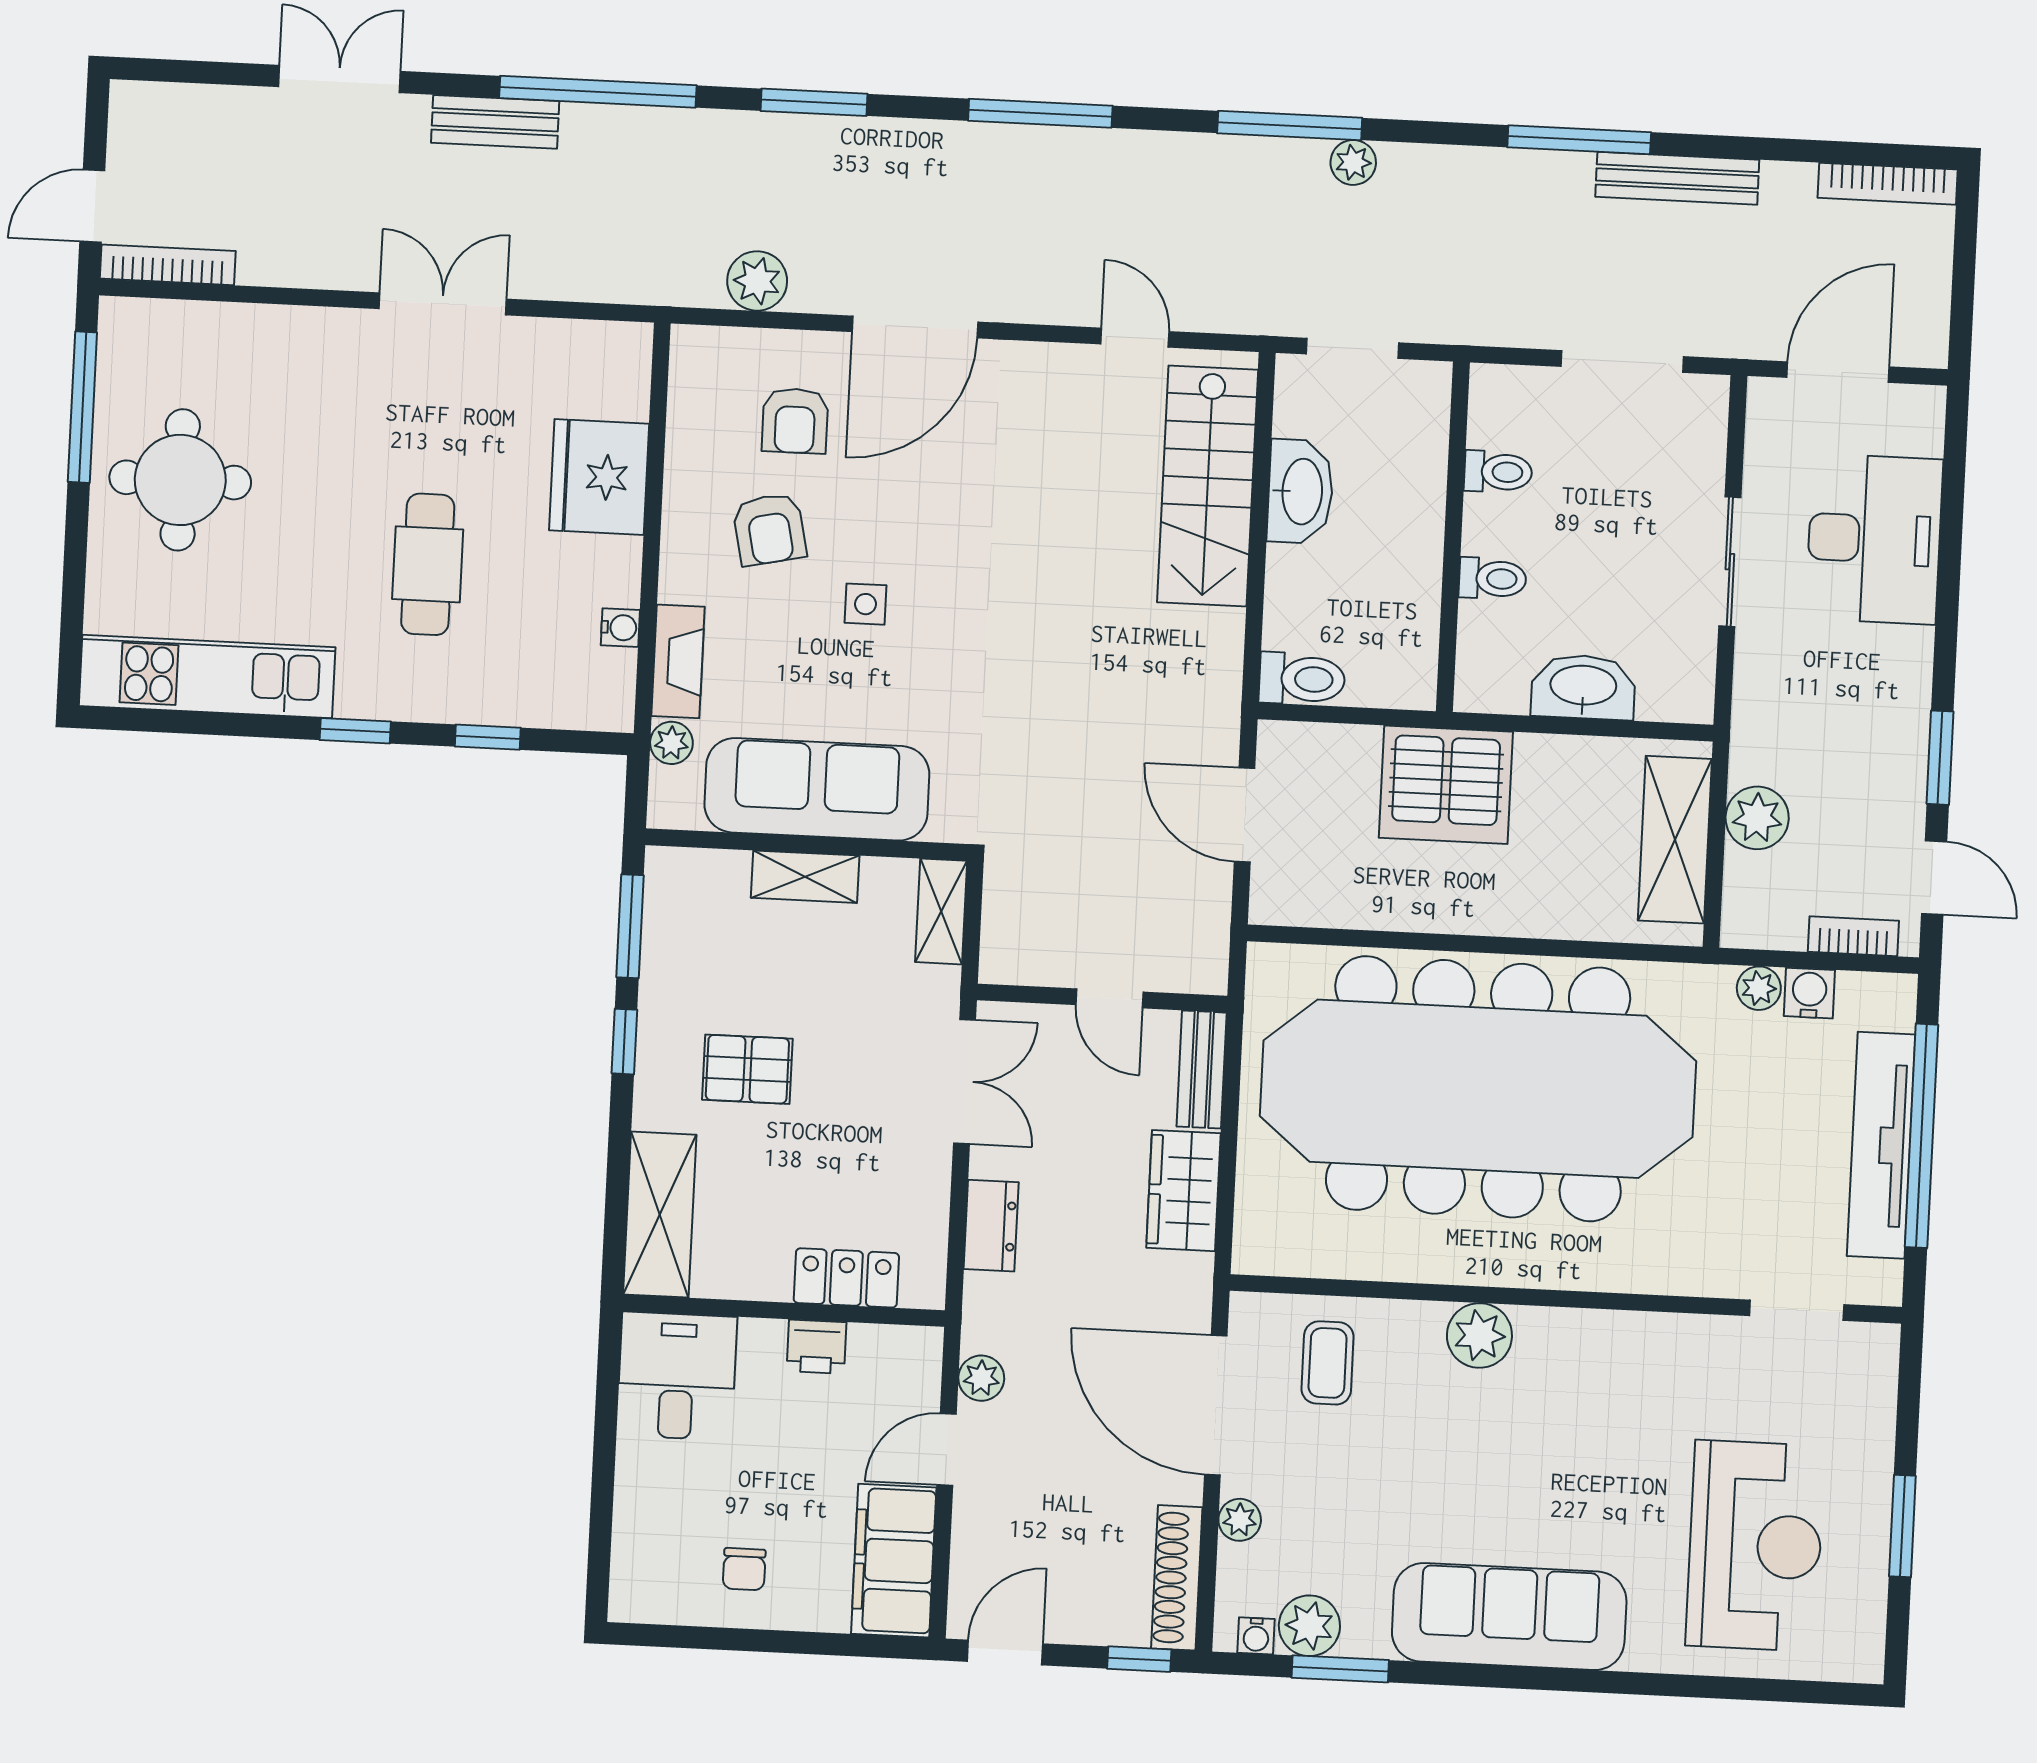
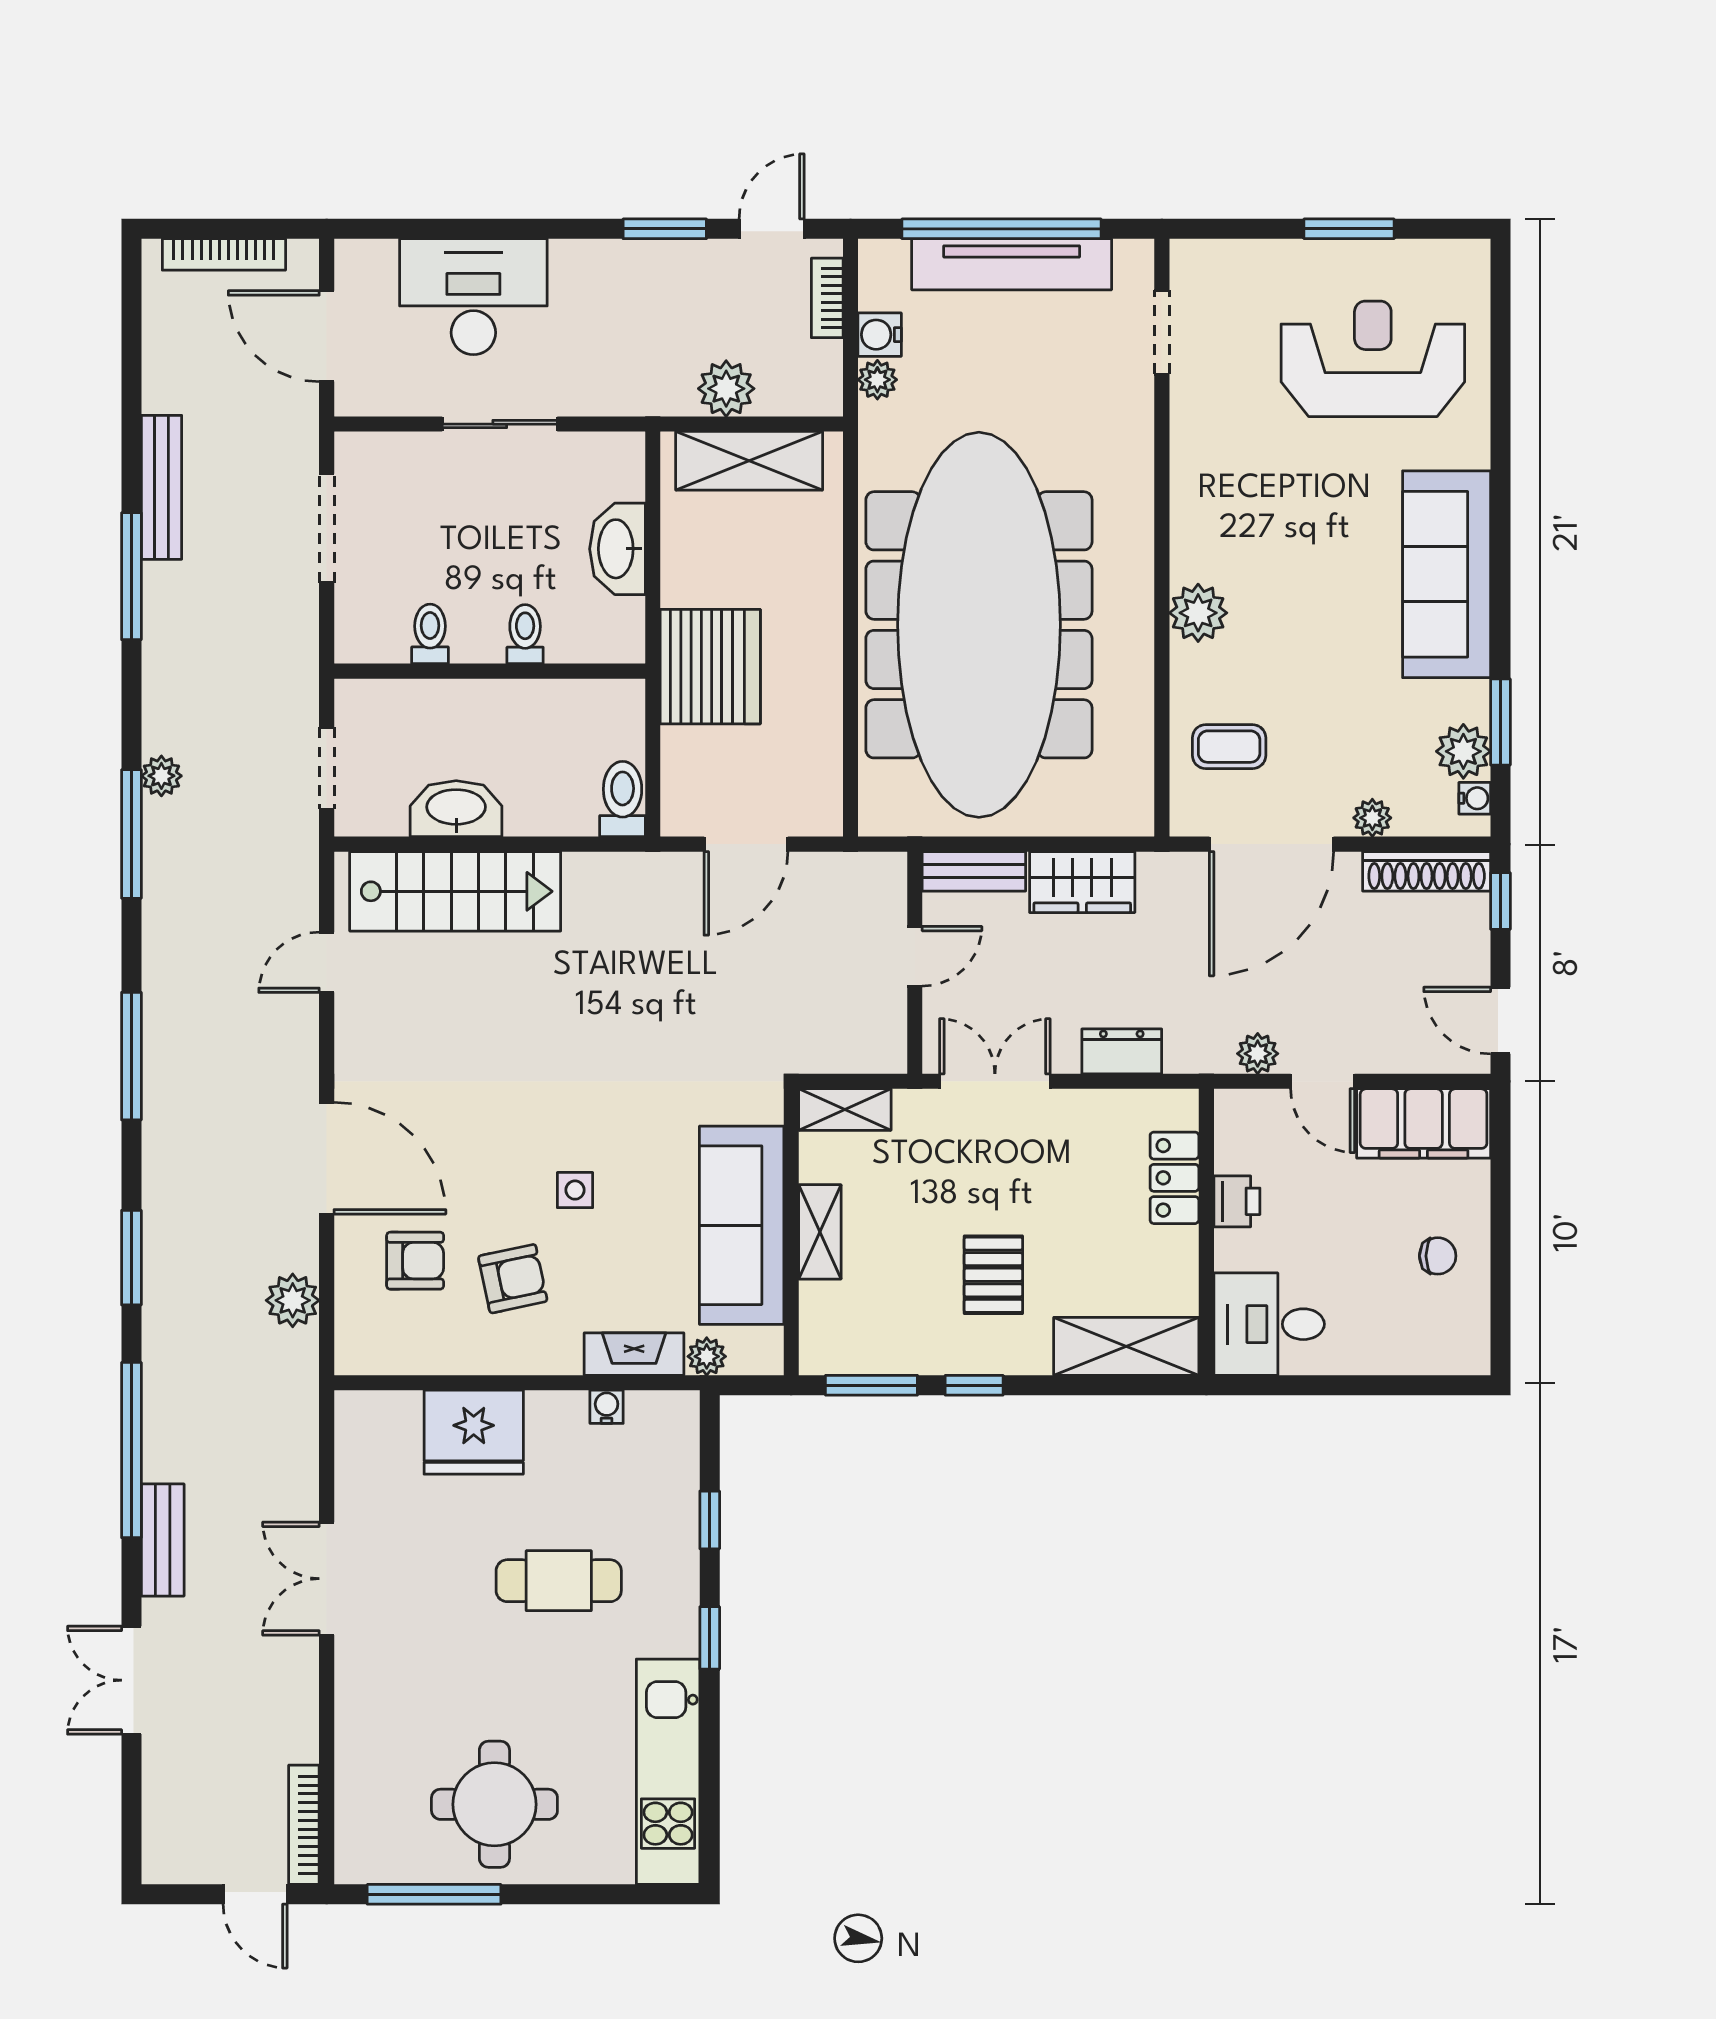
bookcase: (1888, 184) -> (224, 254), moved, turned 90

